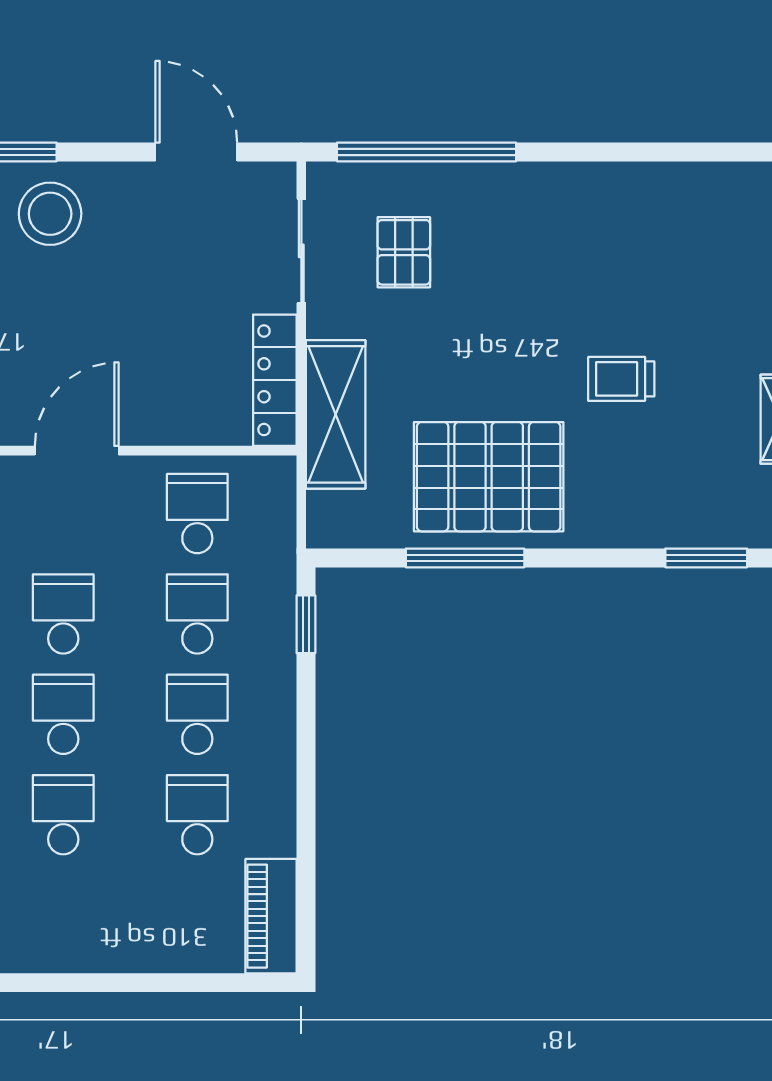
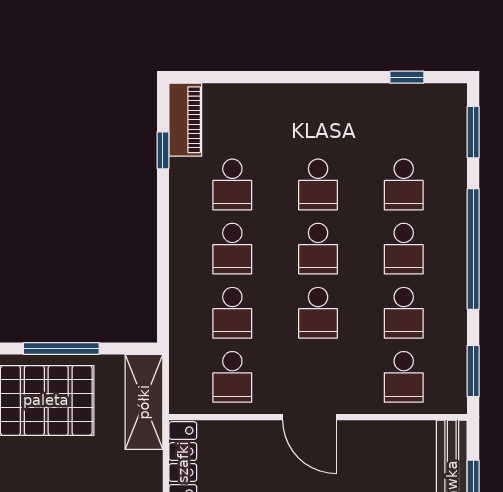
shelving: (336, 414) -> (144, 402), moved
door: (77, 451) -> (309, 417), hinge flipped
window: (306, 624) -> (163, 150), moved

